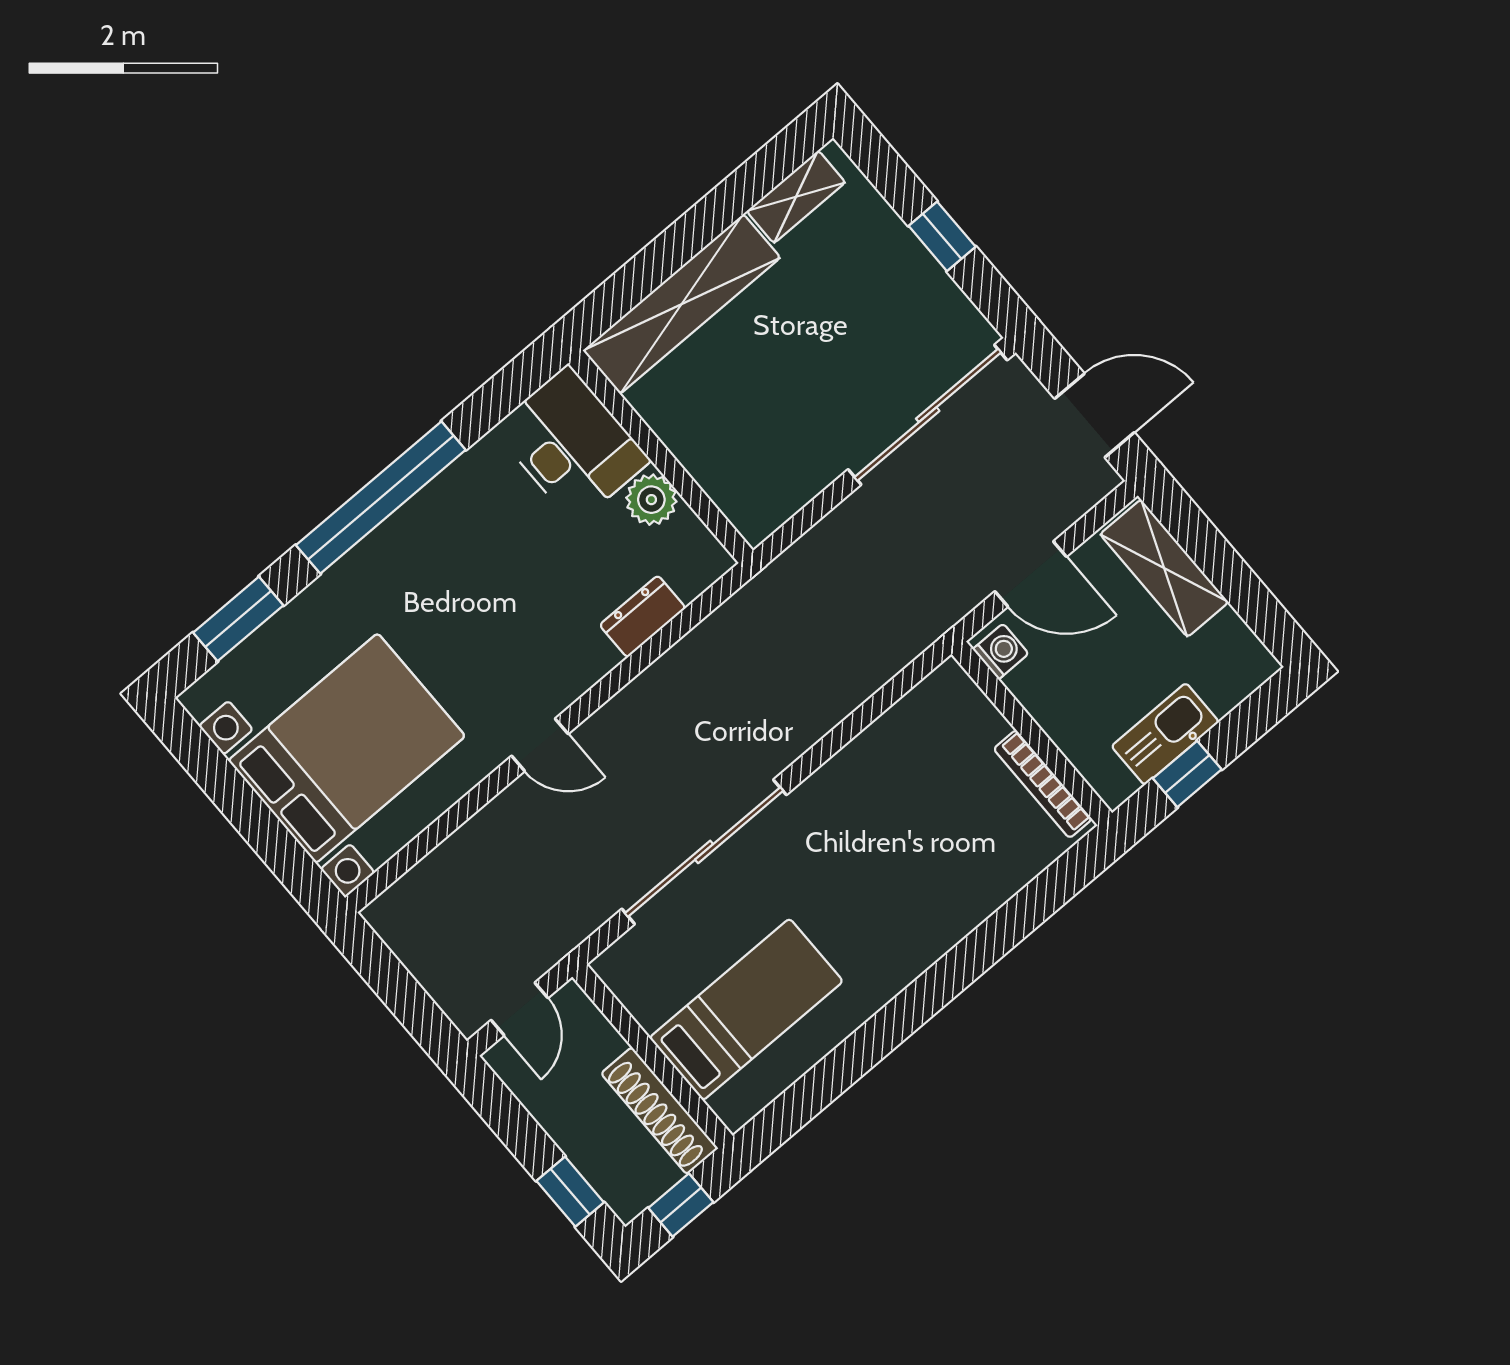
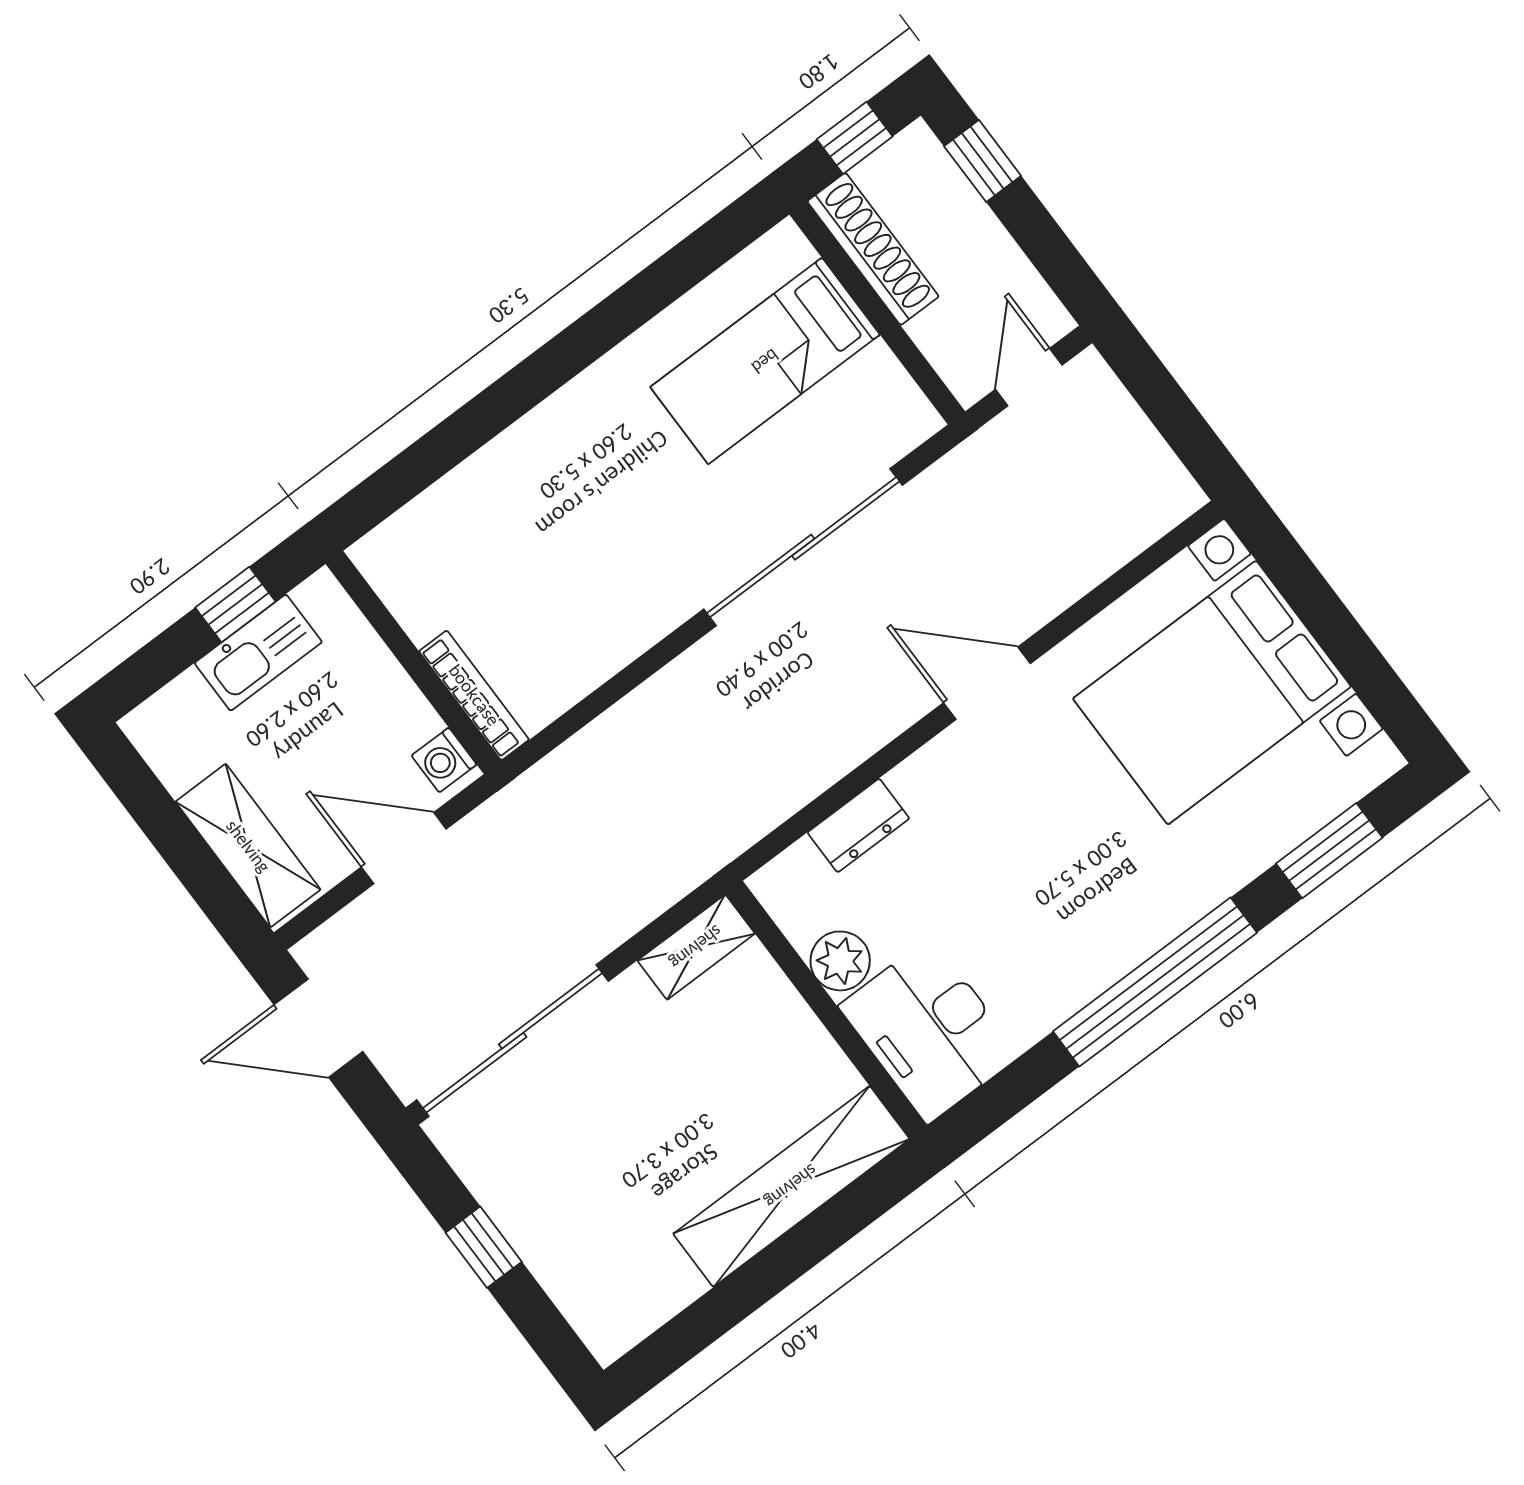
shelving: (796, 197) -> (696, 947), moved
door: (540, 745) -> (987, 683), width x1.38
bookcase: (1043, 784) -> (474, 695), moved

